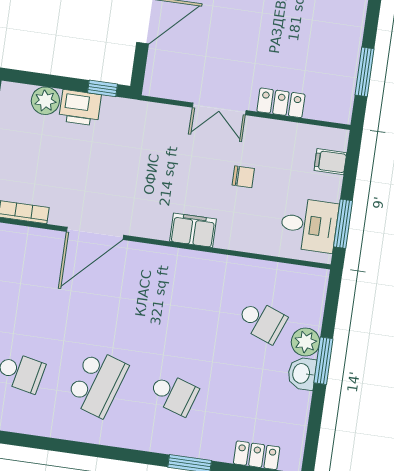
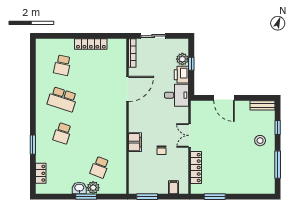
window: (103, 88) -> (191, 64), moved
locker: (281, 103) -> (196, 168), width x1.53
desk: (309, 225) -> (177, 95), moved, turned -90
filing cabinet: (193, 230) -> (135, 142), moved
door: (95, 233) -> (128, 89), swing flipped

